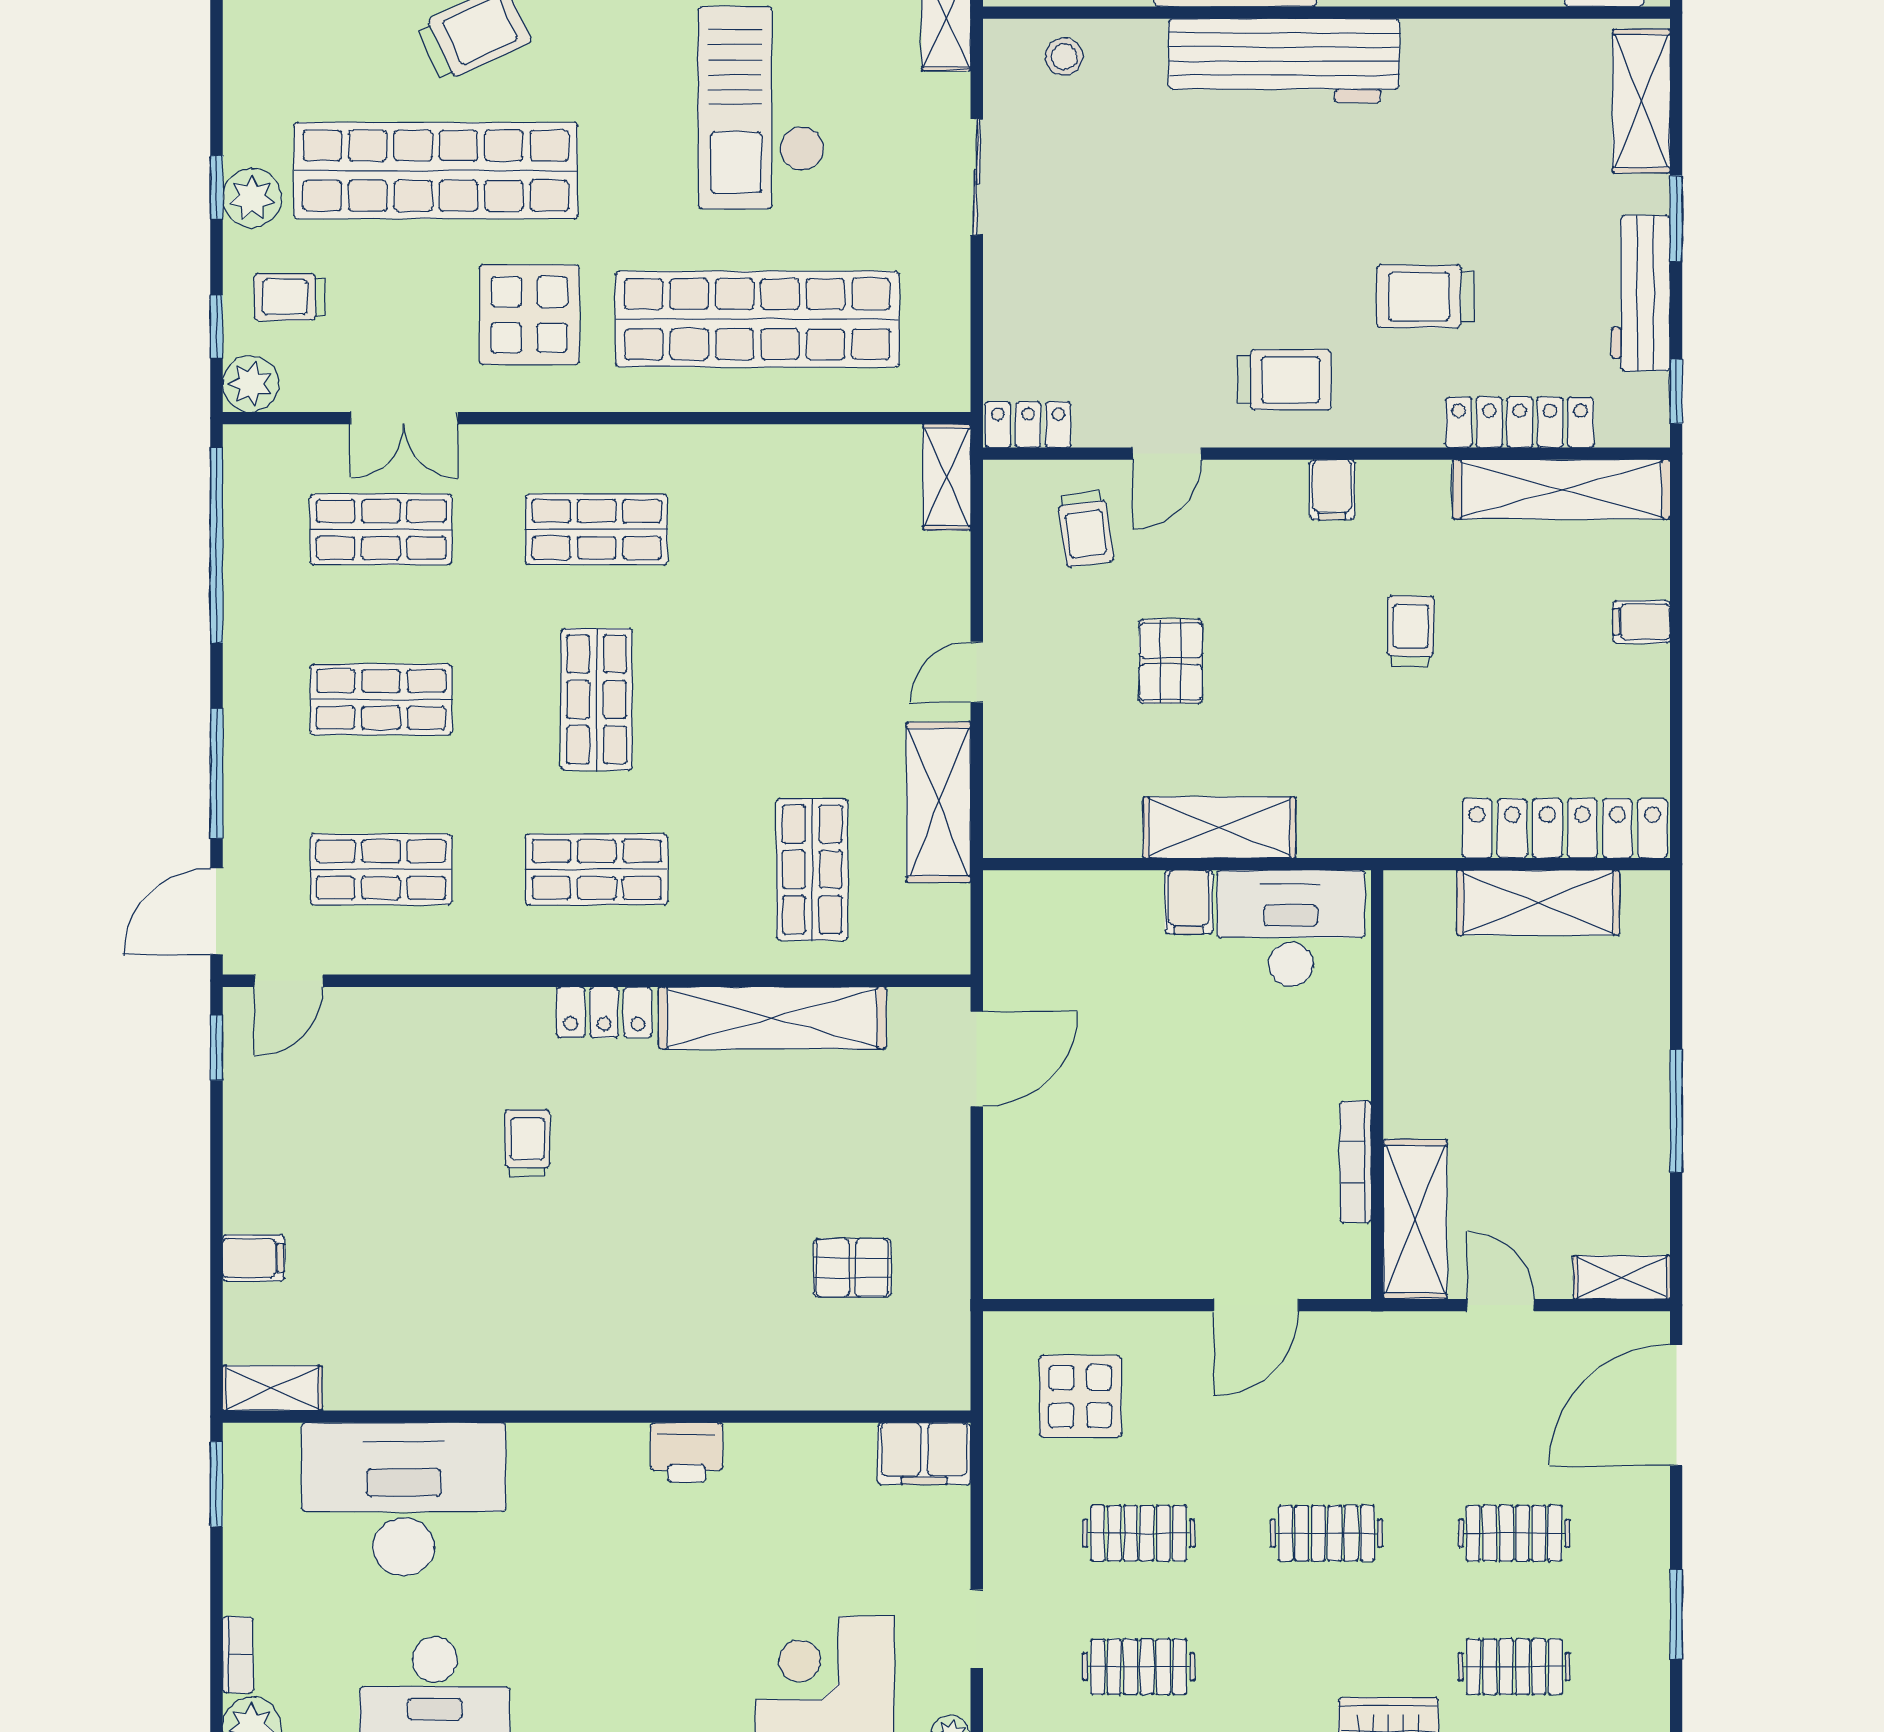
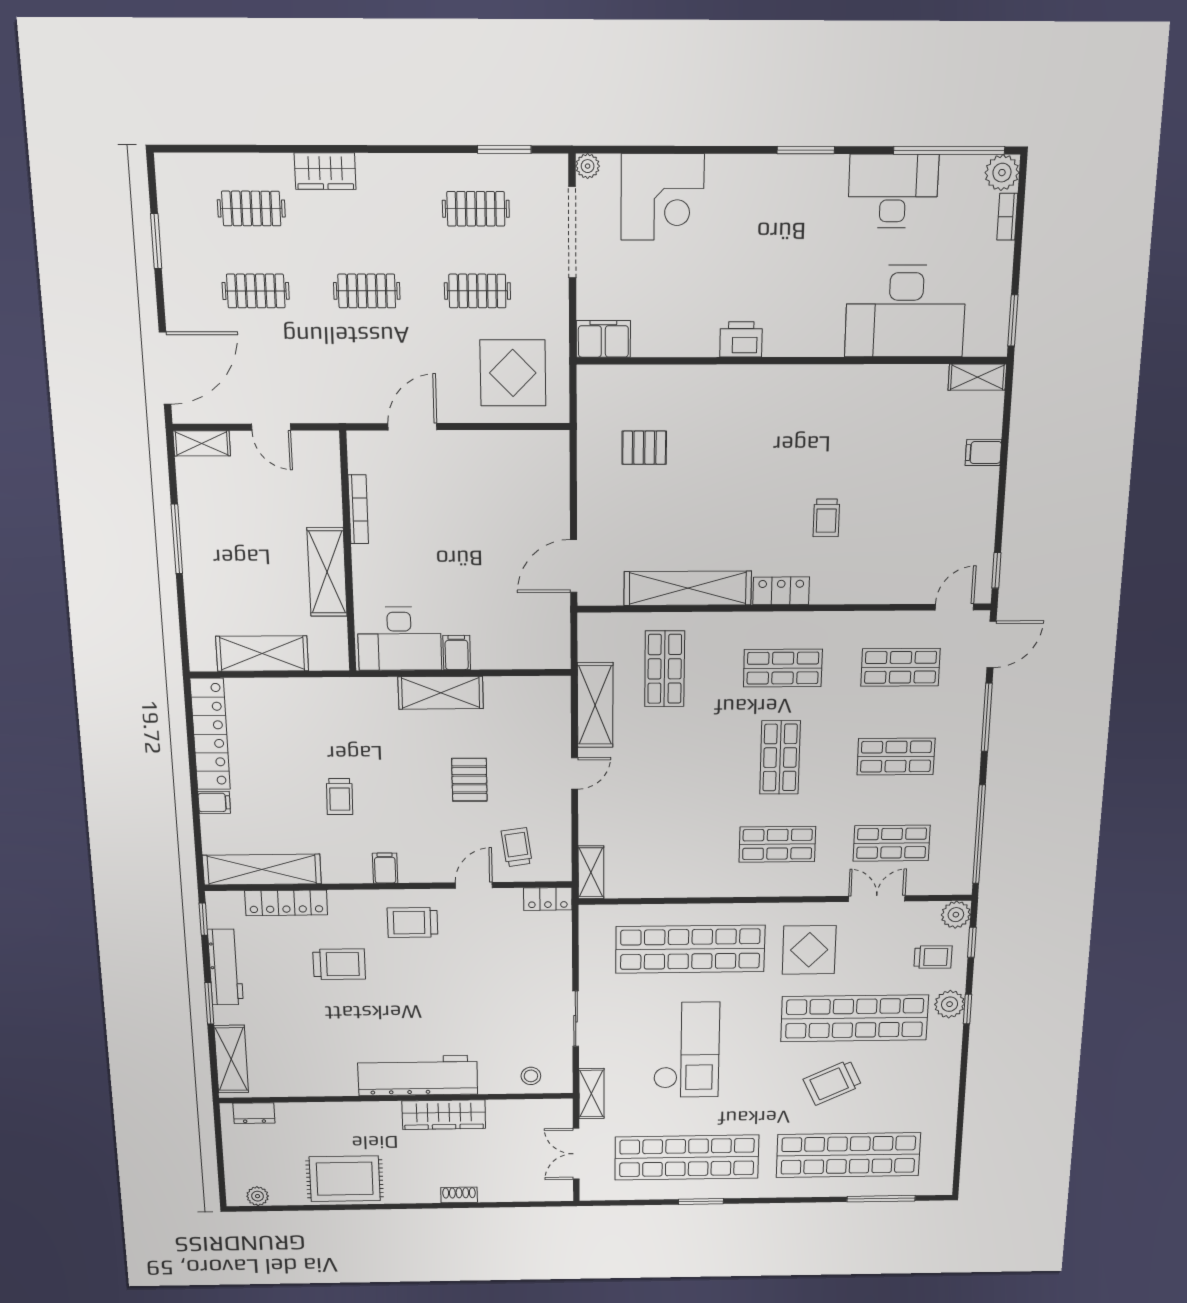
locker: (1565, 828) -> (210, 734), moved, turned -90
shelving: (1415, 1219) -> (327, 572), moved
display table: (1080, 1396) -> (513, 373), width x1.36, depth x1.36
doorway: (977, 1629) -> (572, 232), width x1.87

